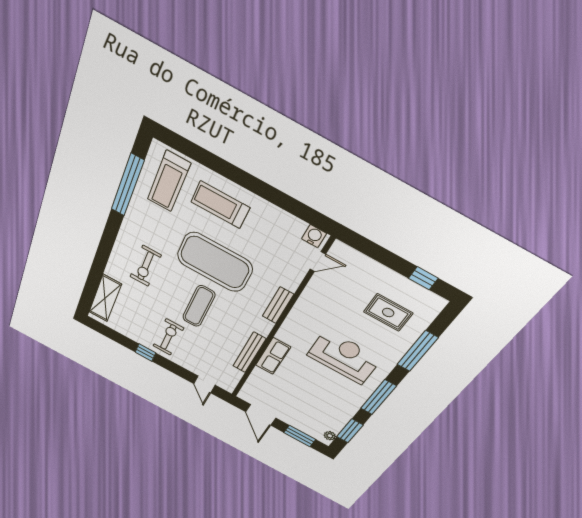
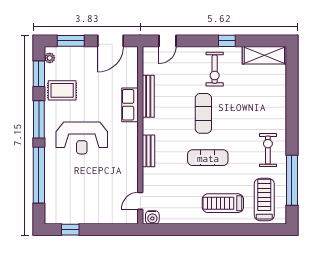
treadmill: (220, 205) -> (223, 203), turned 180
exercise mat: (215, 262) -> (208, 158), width x0.50, depth x0.69
exercise bike: (145, 266) -> (268, 150), moved
shelving: (105, 298) -> (264, 55), moved, turned 90
rug: (388, 313) -> (62, 90), moved
window: (417, 351) -> (39, 175), width x1.46
door: (204, 384) -> (167, 41), swing flipped
door: (261, 415) -> (110, 41), swing flipped

